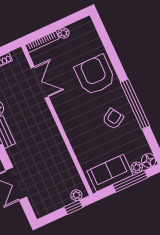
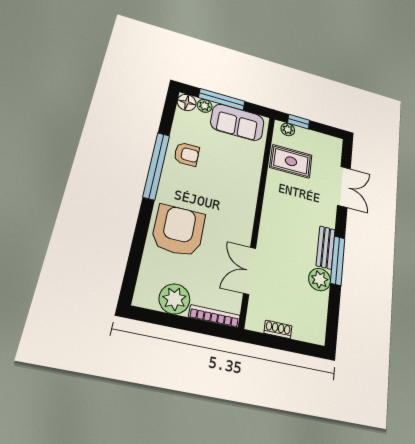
plant: (64, 33) -> (174, 299), width x1.88, depth x1.88
armchair: (95, 75) -> (178, 231), turned 180
armchair: (113, 119) -> (187, 154), moved, turned -148
rug: (60, 174) -> (291, 161), added

